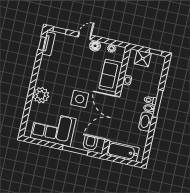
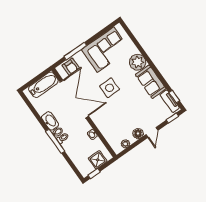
sofa: (111, 76) -> (151, 82), moved, turned 180

